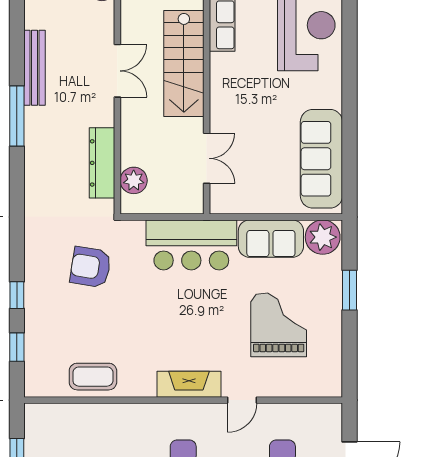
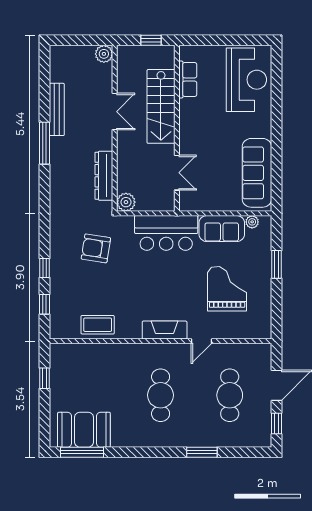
plant: (134, 180) -> (126, 202), moved
plant: (323, 237) -> (252, 222), width x0.53, depth x0.53

